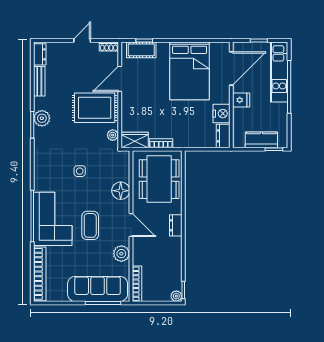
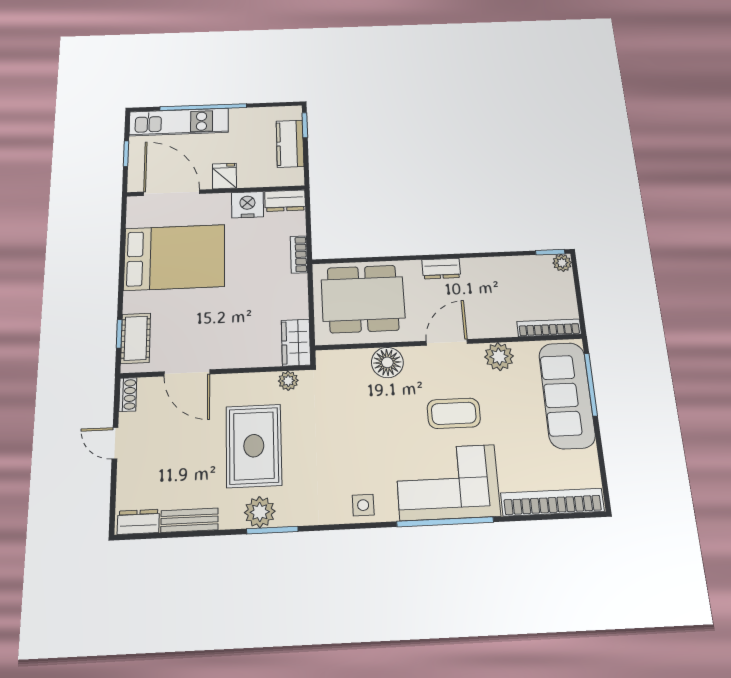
rug: (95, 108) -> (254, 446), moved
bookcase: (161, 143) -> (299, 254), moved
side table: (80, 171) -> (363, 505), moved

